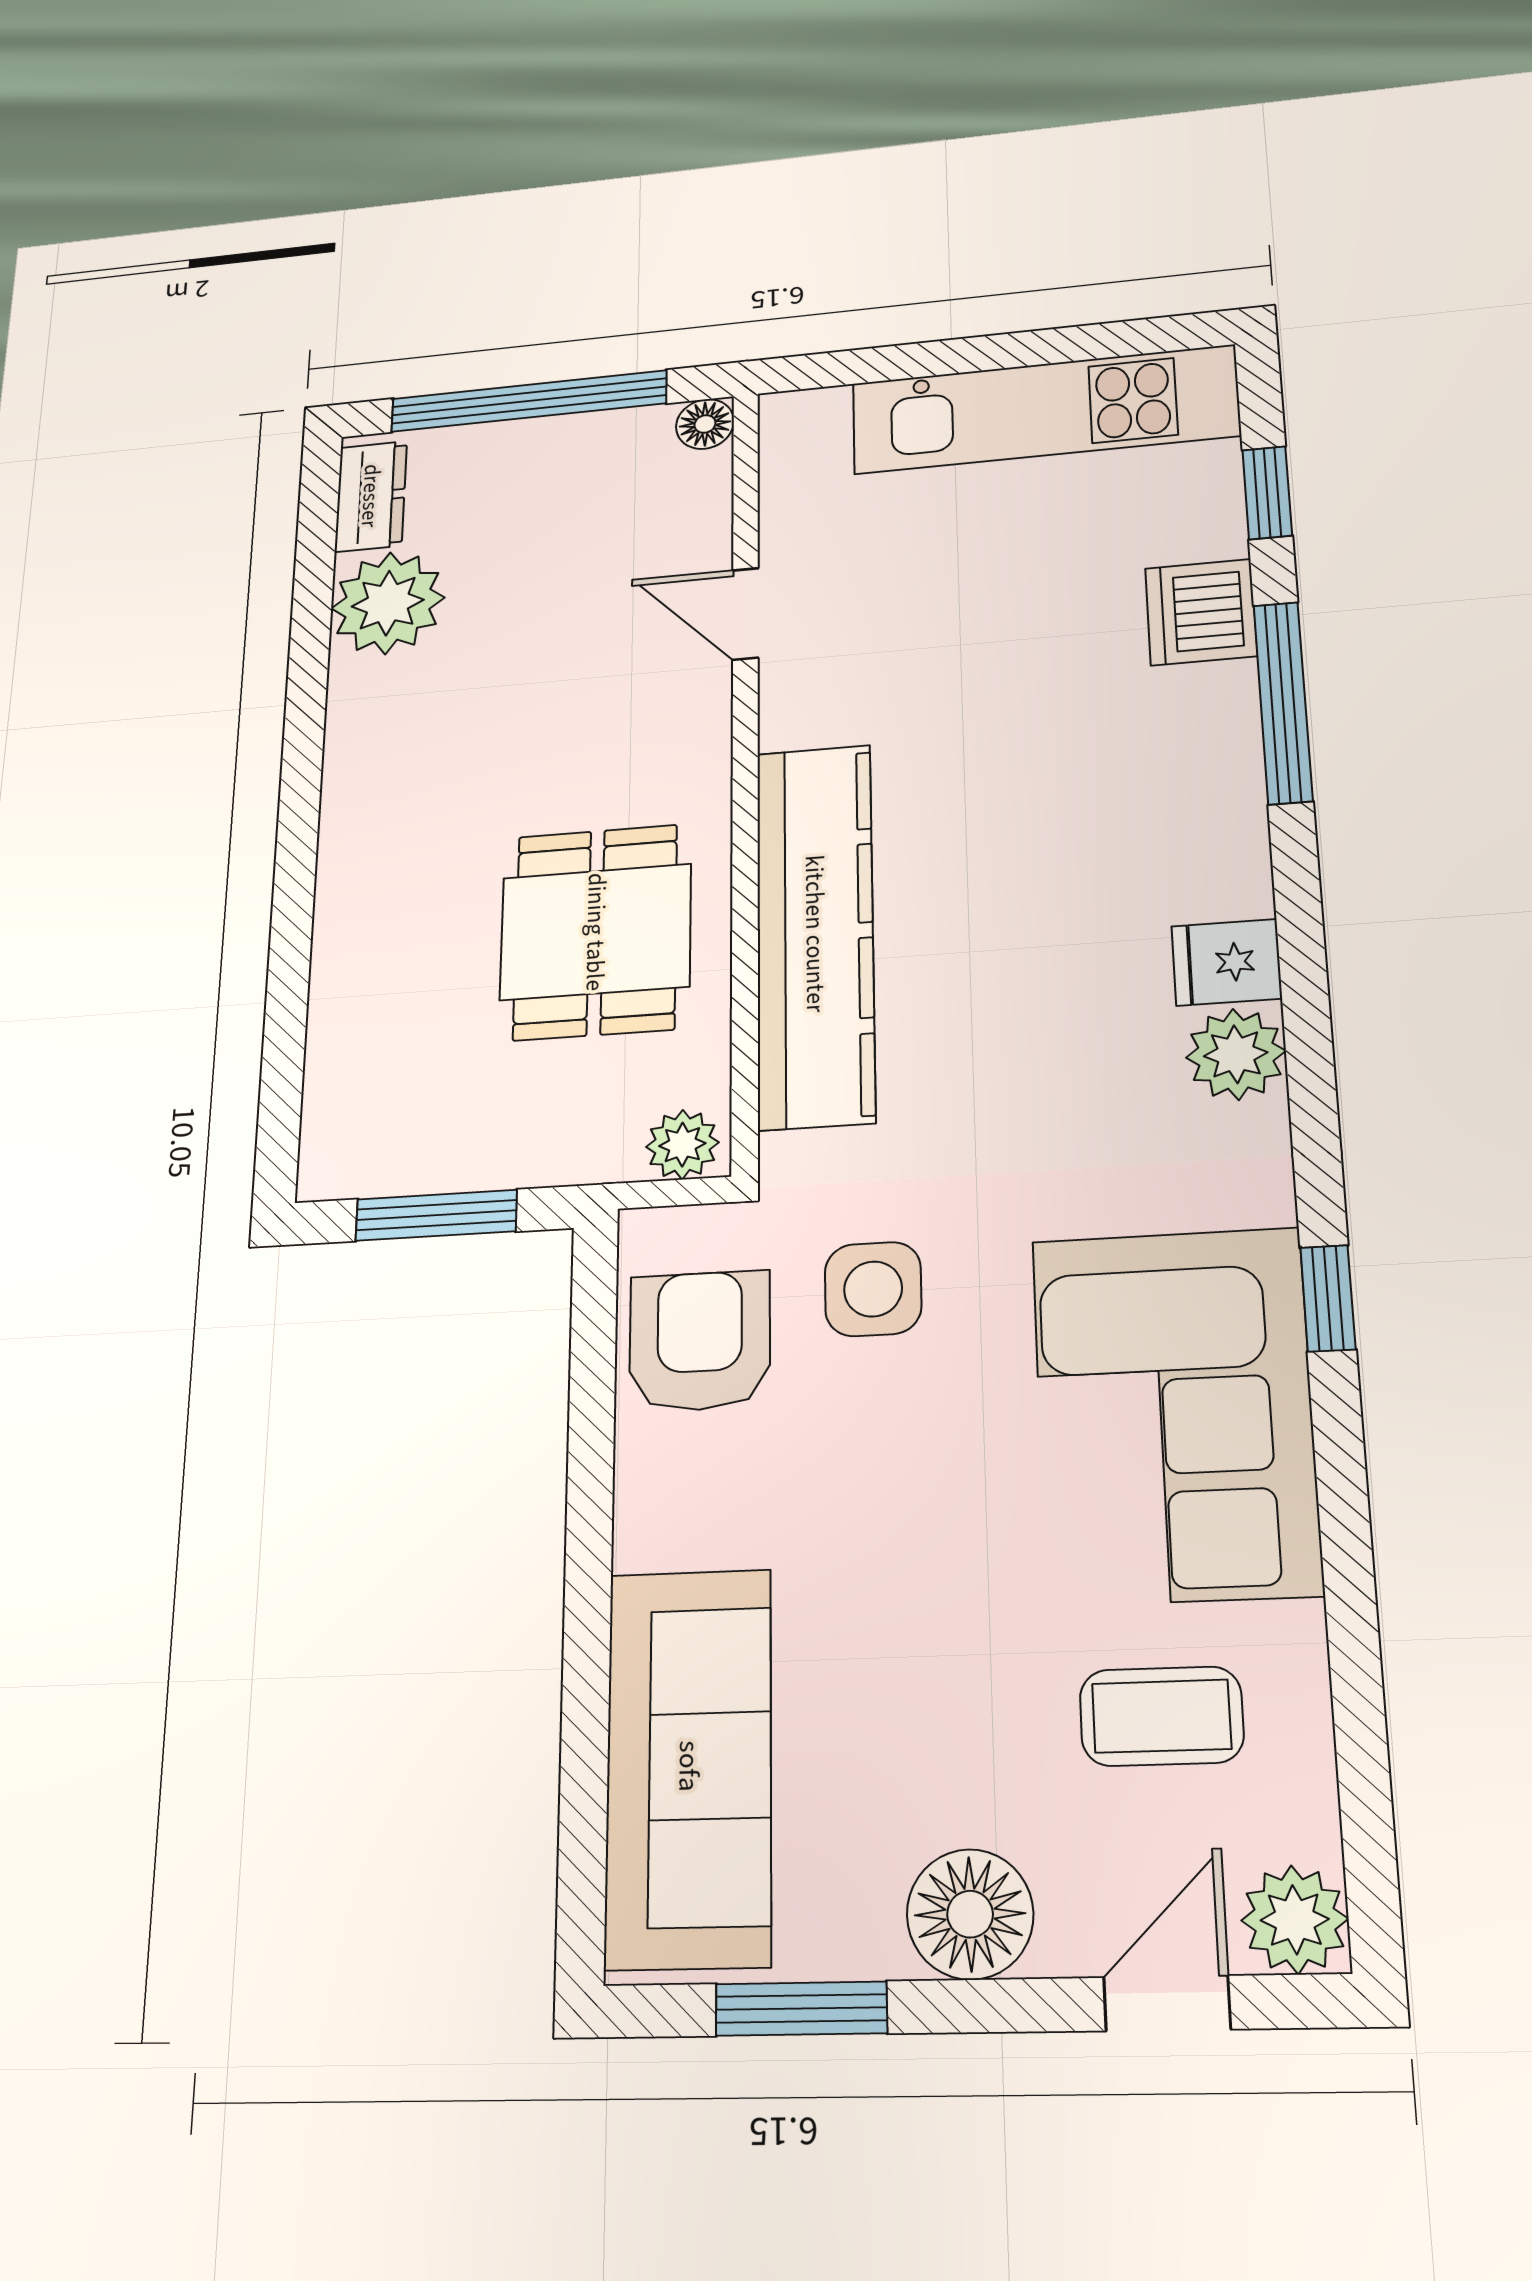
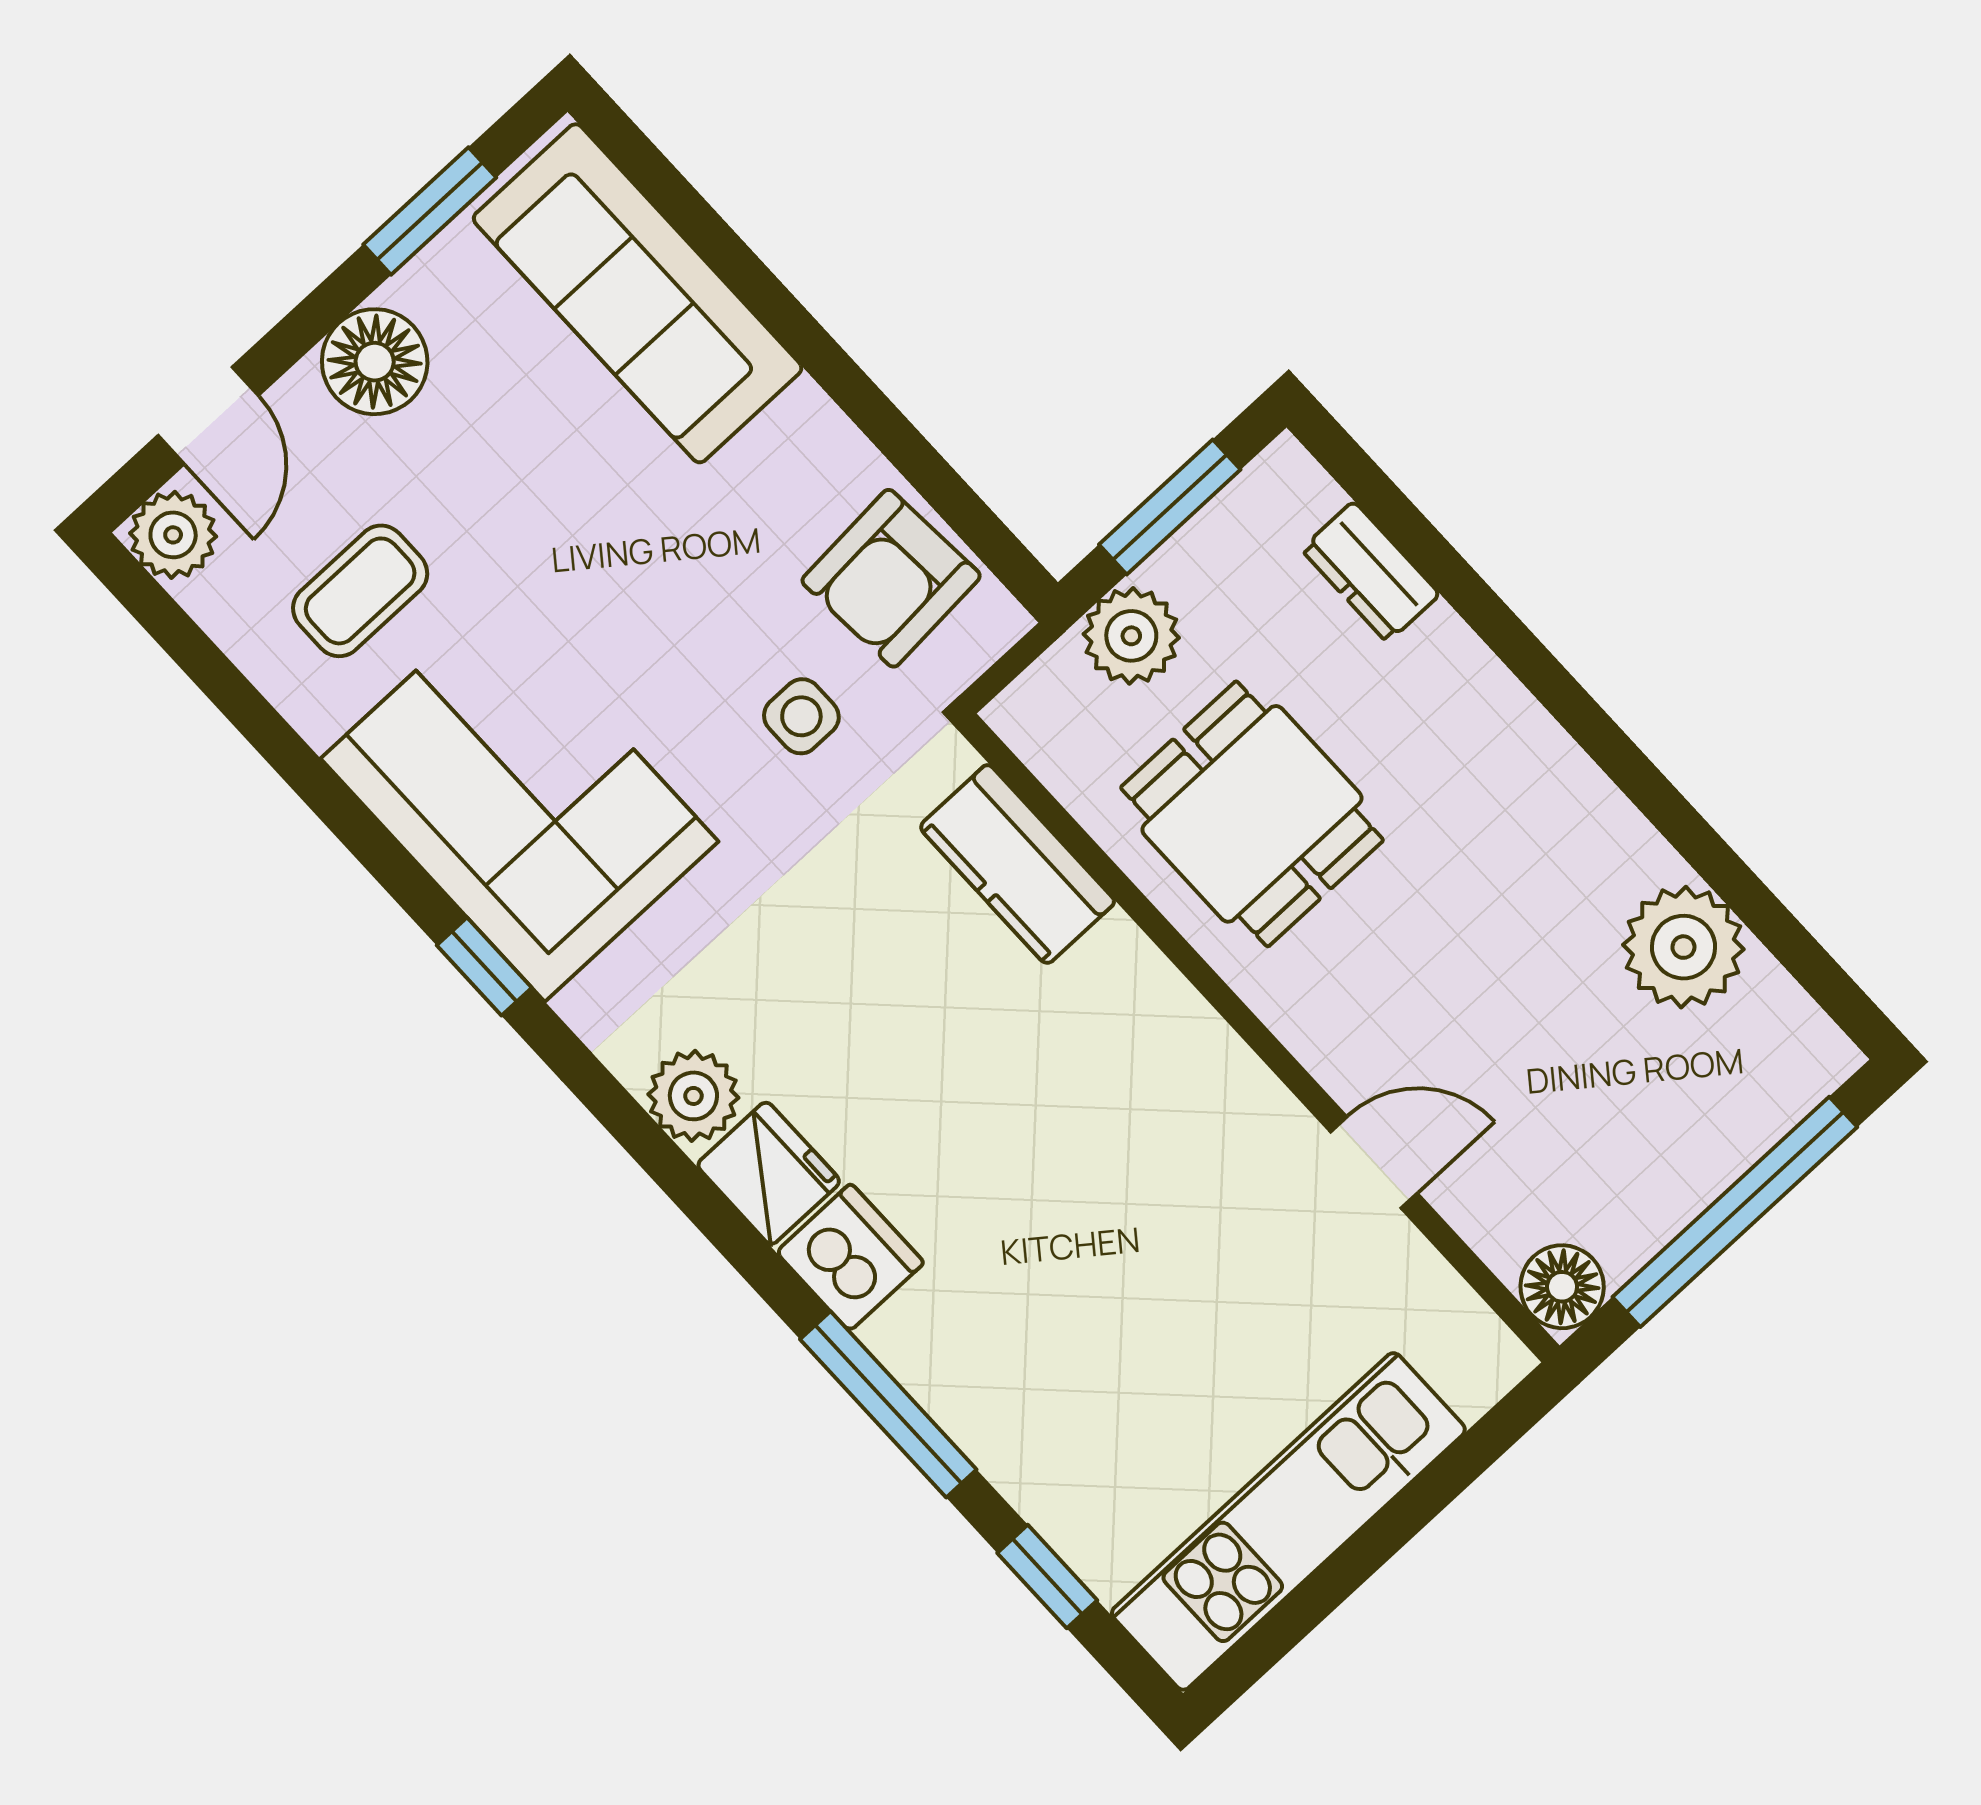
floor lamp: (705, 424) -> (1562, 1287), width x1.37, depth x1.37
dresser: (371, 496) -> (1370, 572), moved
dishwasher: (1201, 612) -> (850, 1257), moved
kitchen counter: (815, 934) -> (1017, 864), width x0.48, depth x0.86
fridge: (1227, 962) -> (769, 1173), width x1.38
plant: (682, 1145) -> (1131, 636), moved, width x1.38, depth x1.38
side table: (873, 1289) -> (801, 716), width x0.73, depth x0.73
armchair: (700, 1341) -> (891, 578), turned 86

